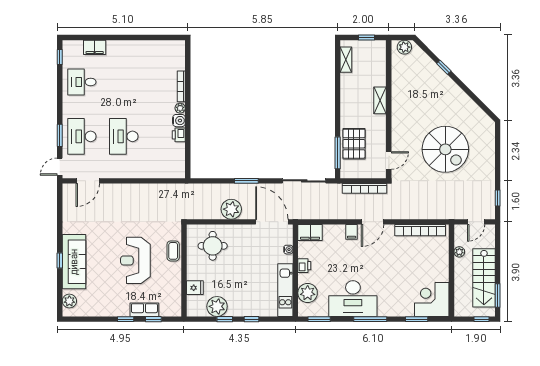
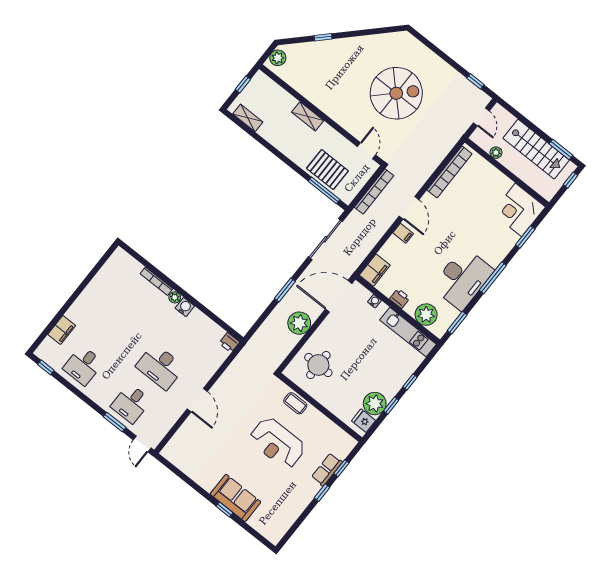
printer: (179, 135) -> (229, 343), moved
desk: (82, 136) -> (131, 403), width x0.73
door: (88, 181) -> (197, 400), moved
sofa: (74, 262) -> (235, 498), width x0.73
fridge: (195, 288) -> (364, 421), moved, turned -90
plant: (69, 301) -> (267, 529), removed

